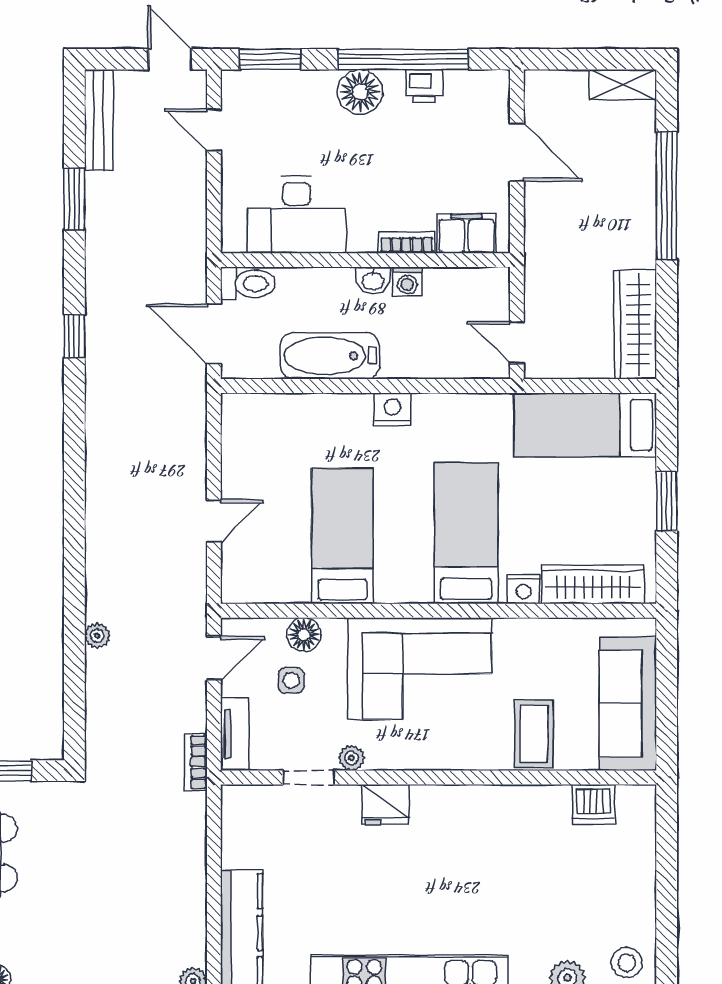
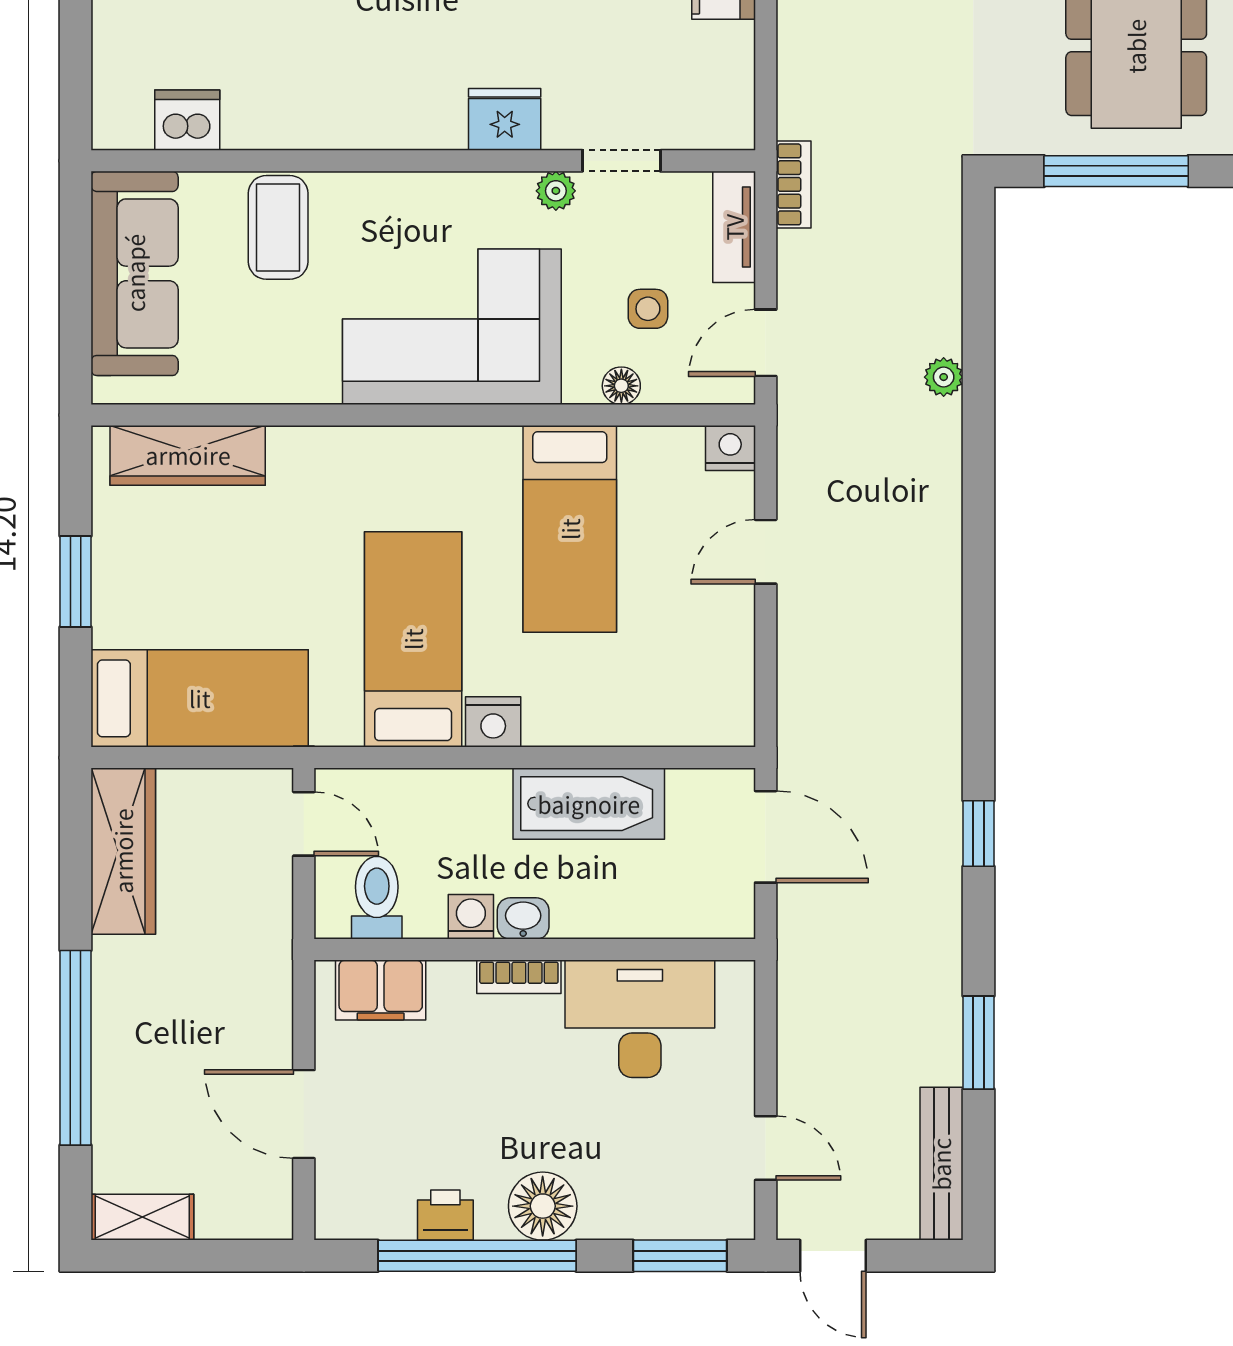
bookcase: (407, 242) -> (519, 977), moved
toilet: (248, 284) -> (377, 898), moved, turned 90
bed: (466, 533) -> (413, 639), moved, turned 180
nightstand: (523, 589) -> (730, 448), moved
floor lamp: (304, 635) -> (621, 386), width x0.73, depth x0.73

